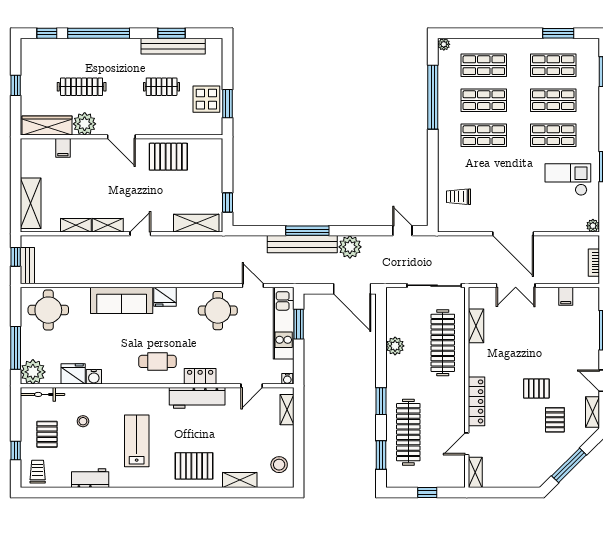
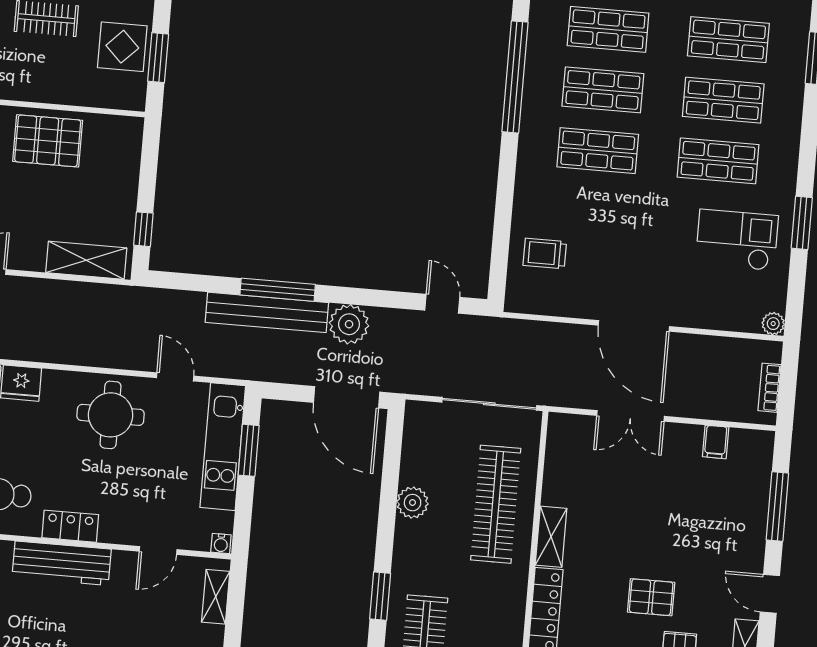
shelving: (476, 326) -> (551, 537), moved

